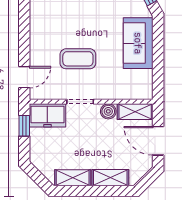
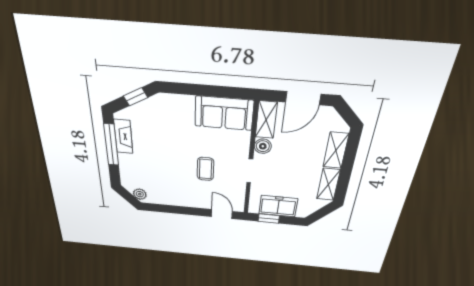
sofa: (138, 43) -> (224, 113), moved
coffee table: (78, 59) -> (205, 169), width x0.73, depth x0.77
freezer: (47, 115) -> (278, 206), moved, turned -90

